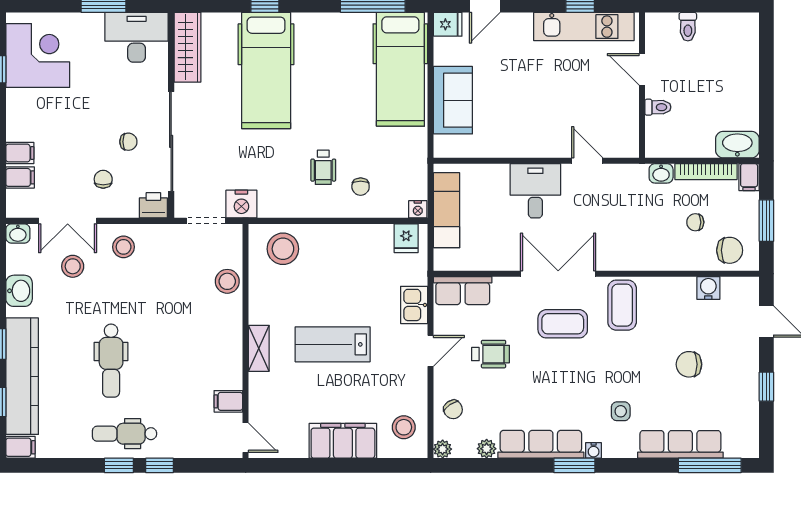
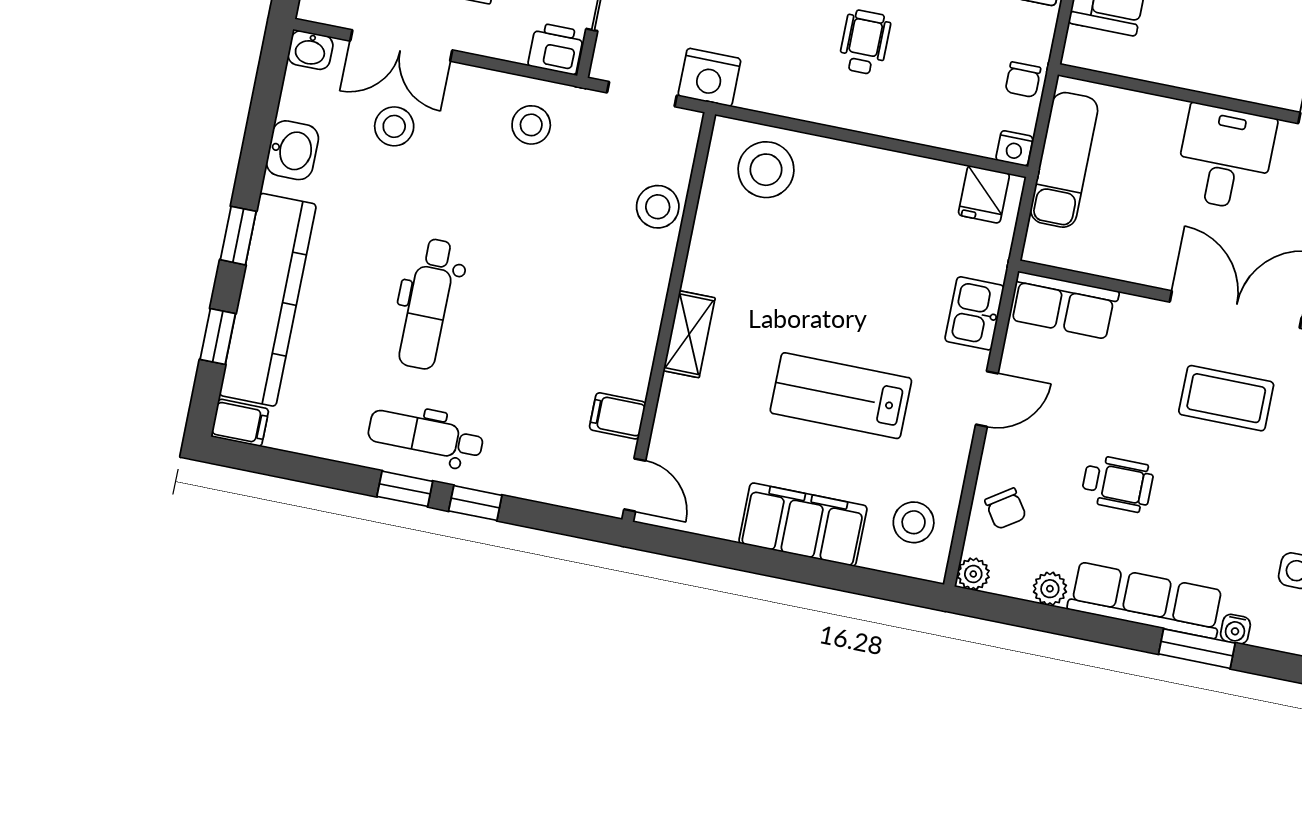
wheelchair: (323, 167) -> (865, 42), turned 180
chair: (361, 187) -> (1023, 80), moved
stool: (124, 247) -> (531, 125), moved
lab bench: (333, 344) -> (841, 396), moved
wheelchair: (491, 354) -> (1118, 484), moved

